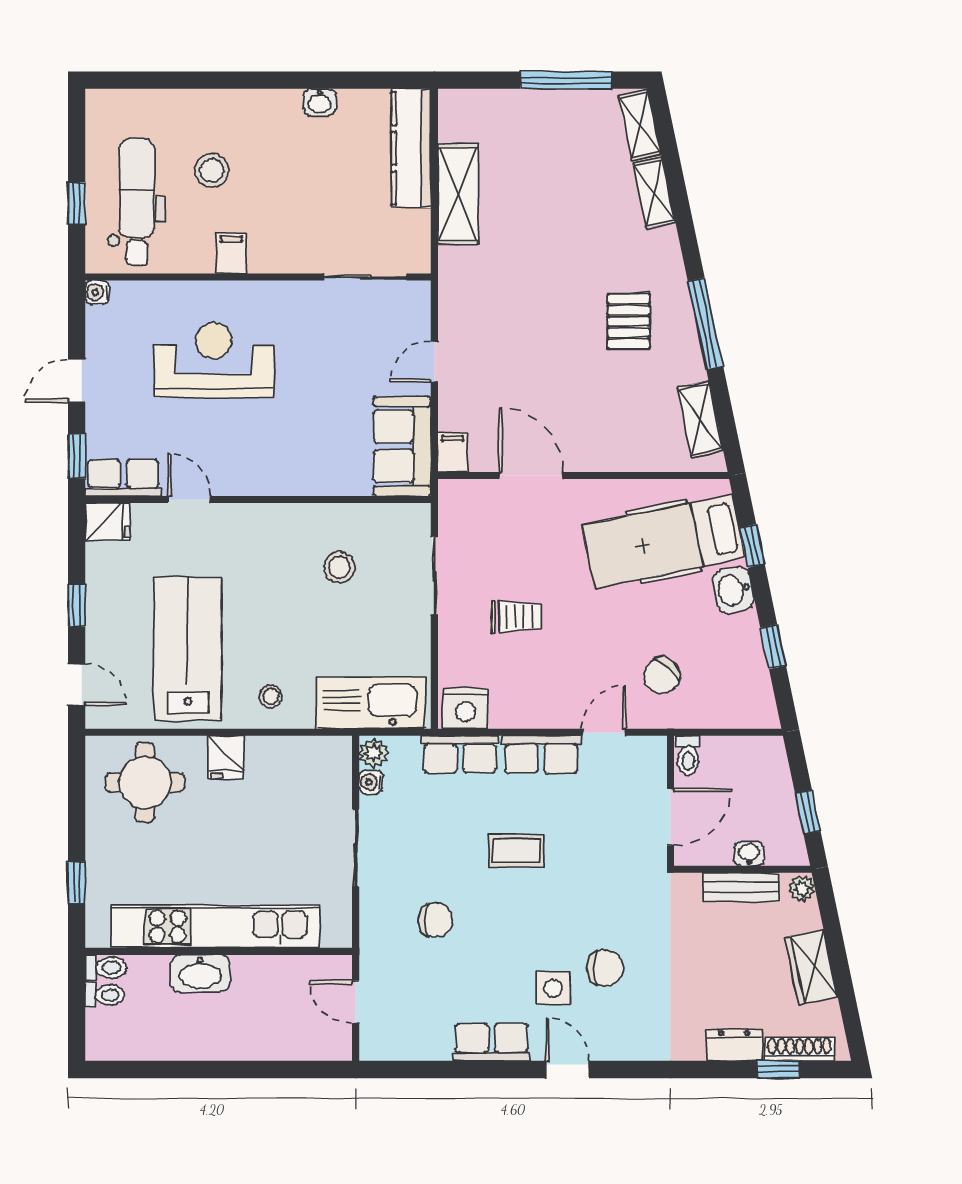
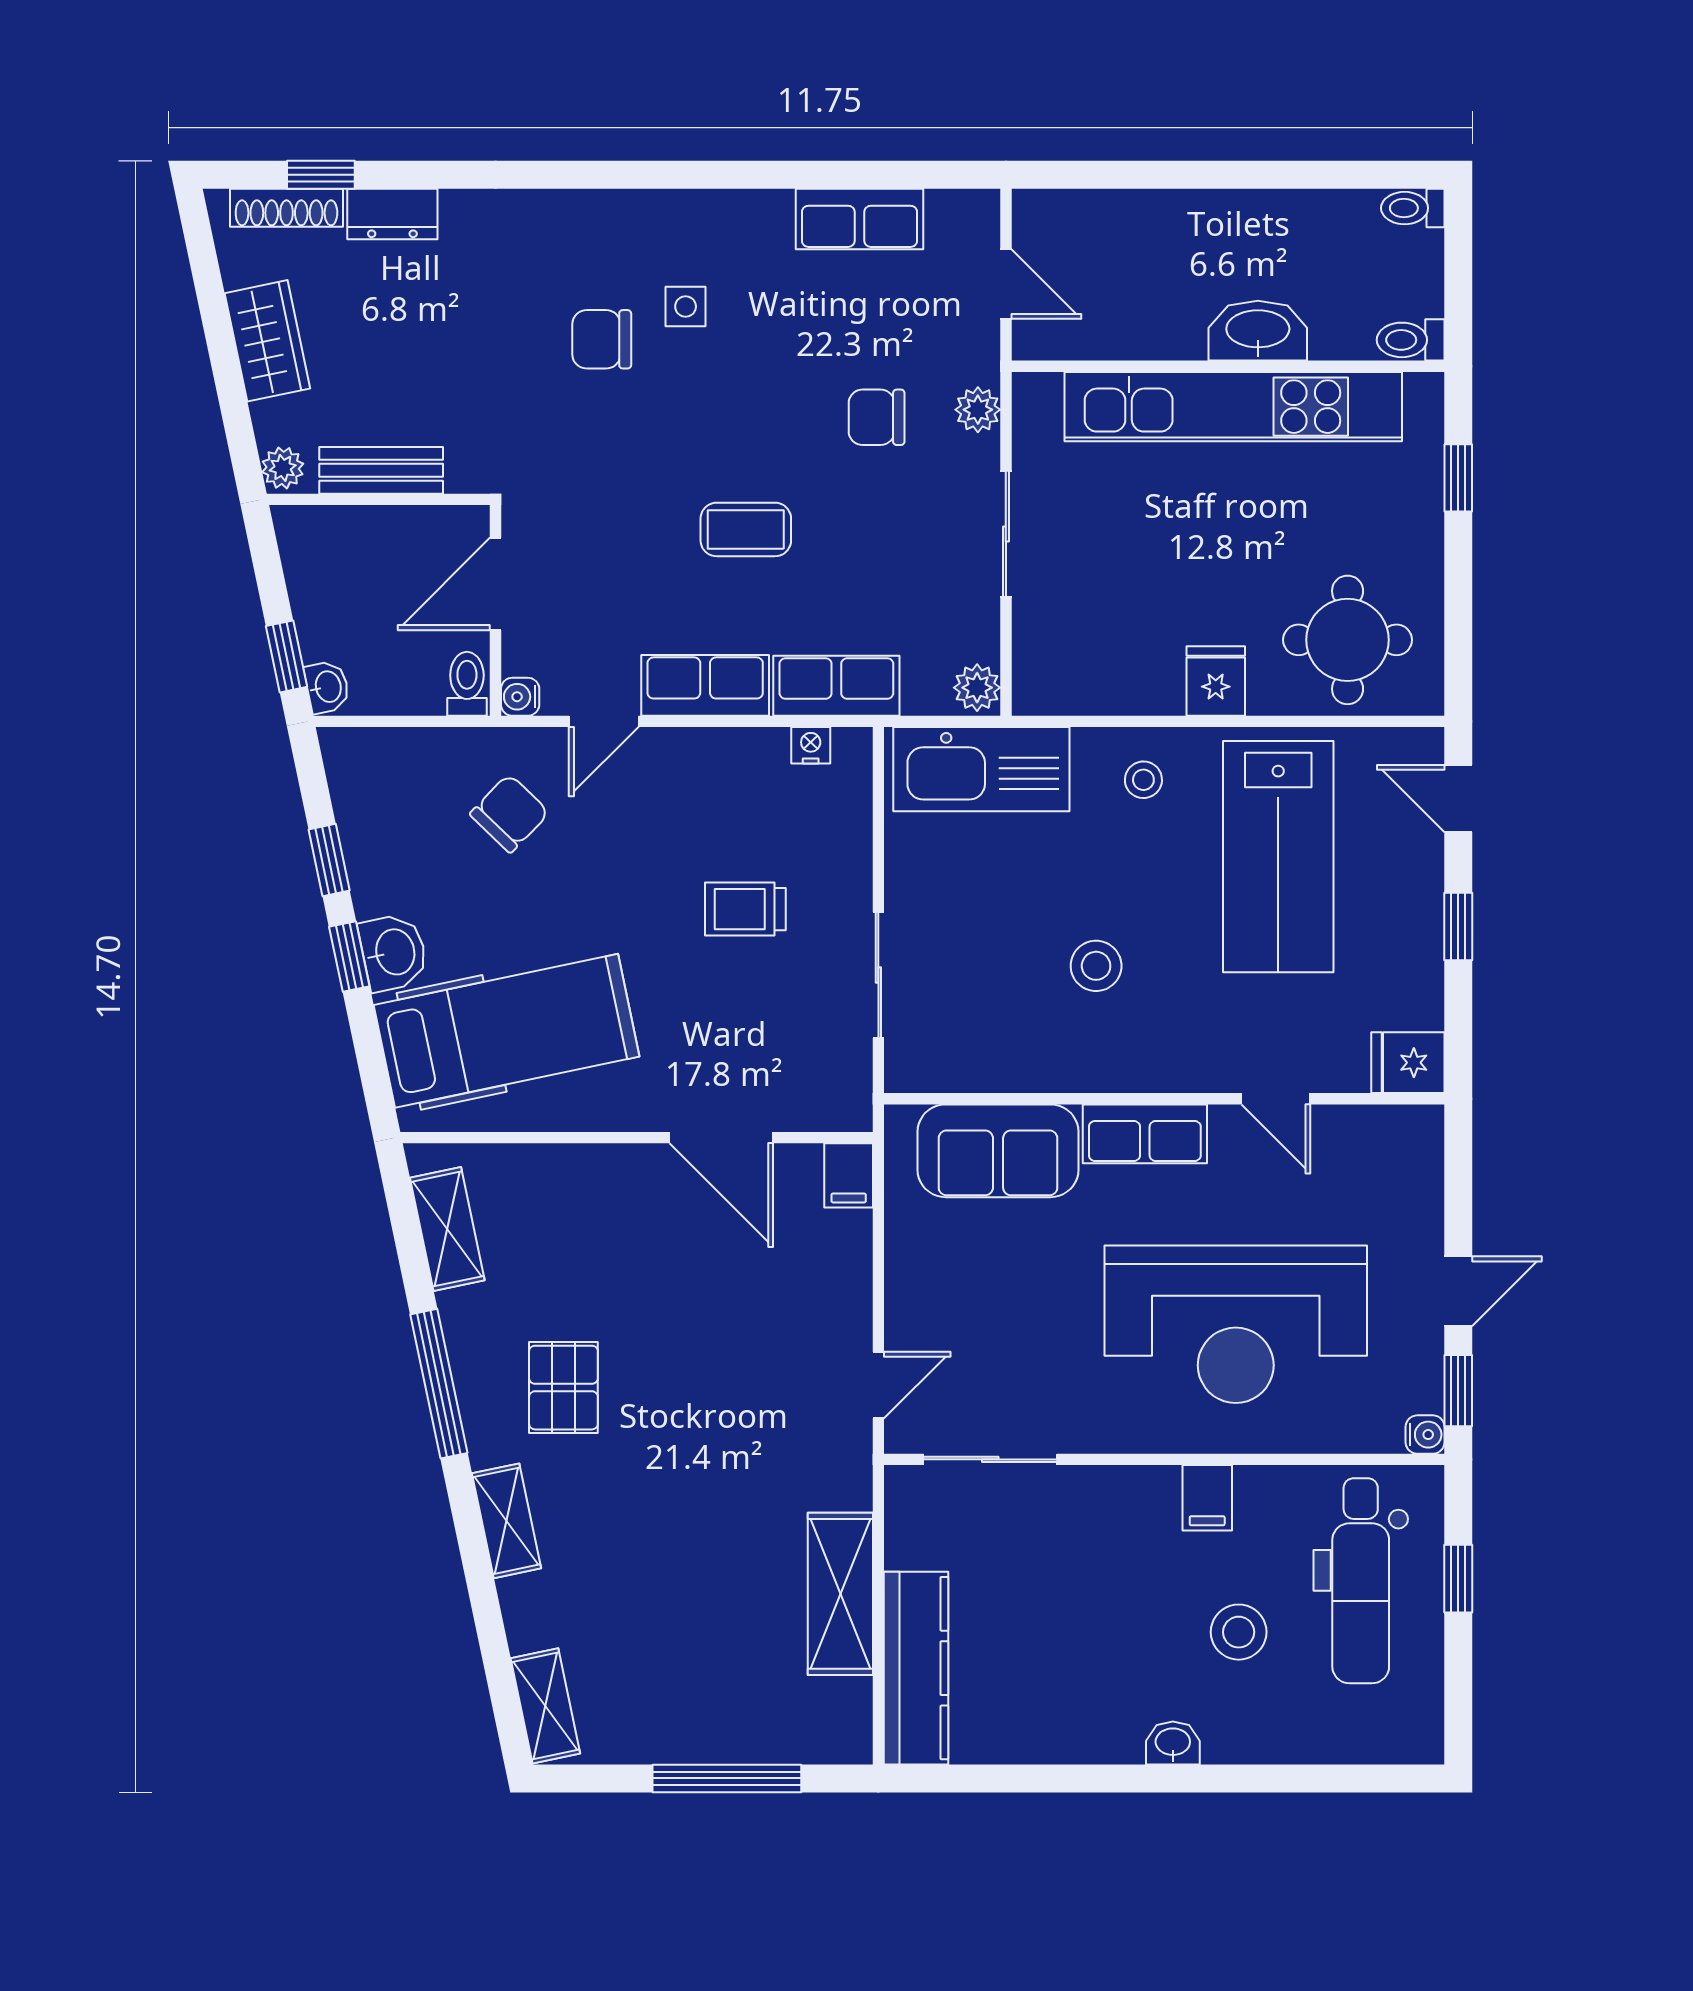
window: (566, 80) -> (727, 1778), moved
washbasin: (320, 102) -> (1173, 1743), moved
shelving: (654, 193) -> (506, 1521), moved
reception desk: (214, 360) -> (1236, 1324), width x1.36, depth x1.30
door: (434, 362) -> (878, 1385), moved
sofa: (402, 446) -> (998, 1151), moved, turned 90
window: (77, 456) -> (1458, 1391), moved
row of seats: (123, 478) -> (1145, 1134), moved
window: (752, 546) -> (349, 956), moved
stool: (339, 567) -> (1096, 966), moved
nightstand: (465, 709) -> (811, 745), width x0.53, depth x0.56
water cooler: (371, 782) -> (520, 697), moved, turned 180
window: (808, 812) -> (286, 656), moved
washbasin: (749, 854) -> (327, 687), moved, turned -102
plant: (373, 925) -> (978, 410), added
side table: (553, 988) -> (686, 307), width x0.73, depth x0.73
toilet: (105, 995) -> (1413, 208), moved
row of seats: (491, 1042) -> (859, 219), moved
door: (568, 1069) -> (662, 175), removed

